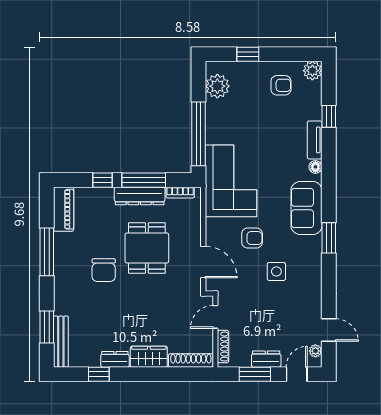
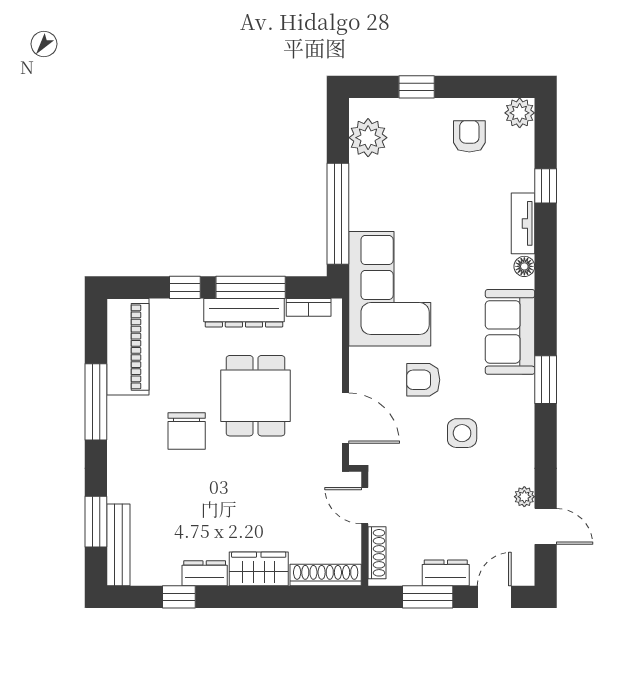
armchair: (281, 85) -> (469, 136), turned -90
piano: (64, 209) -> (128, 347), width x1.37, depth x1.33
armchair: (252, 238) -> (423, 380), turned 180
door: (215, 317) -> (365, 506), hinge flipped
plant: (315, 351) -> (524, 497), moved

